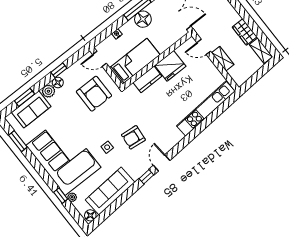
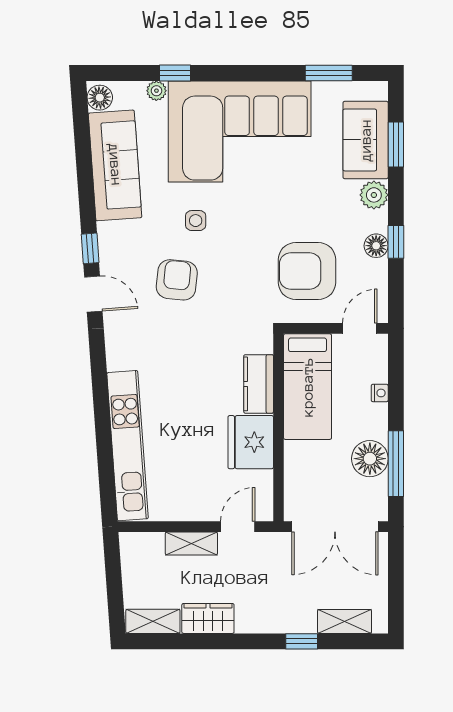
floor lamp: (58, 83) -> (376, 246), moved

